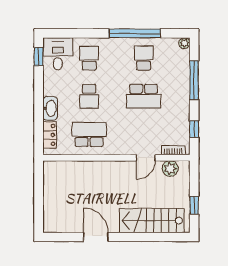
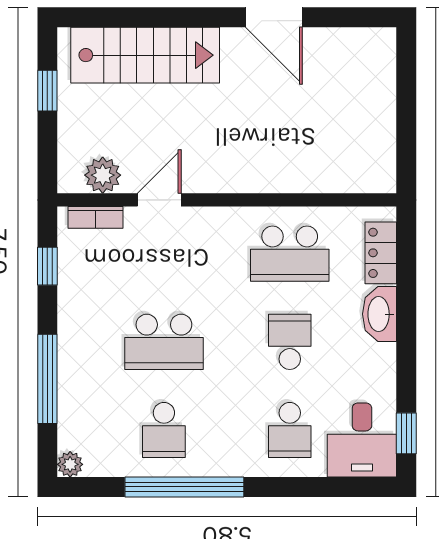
school desk: (144, 96) -> (164, 342), turned 180

